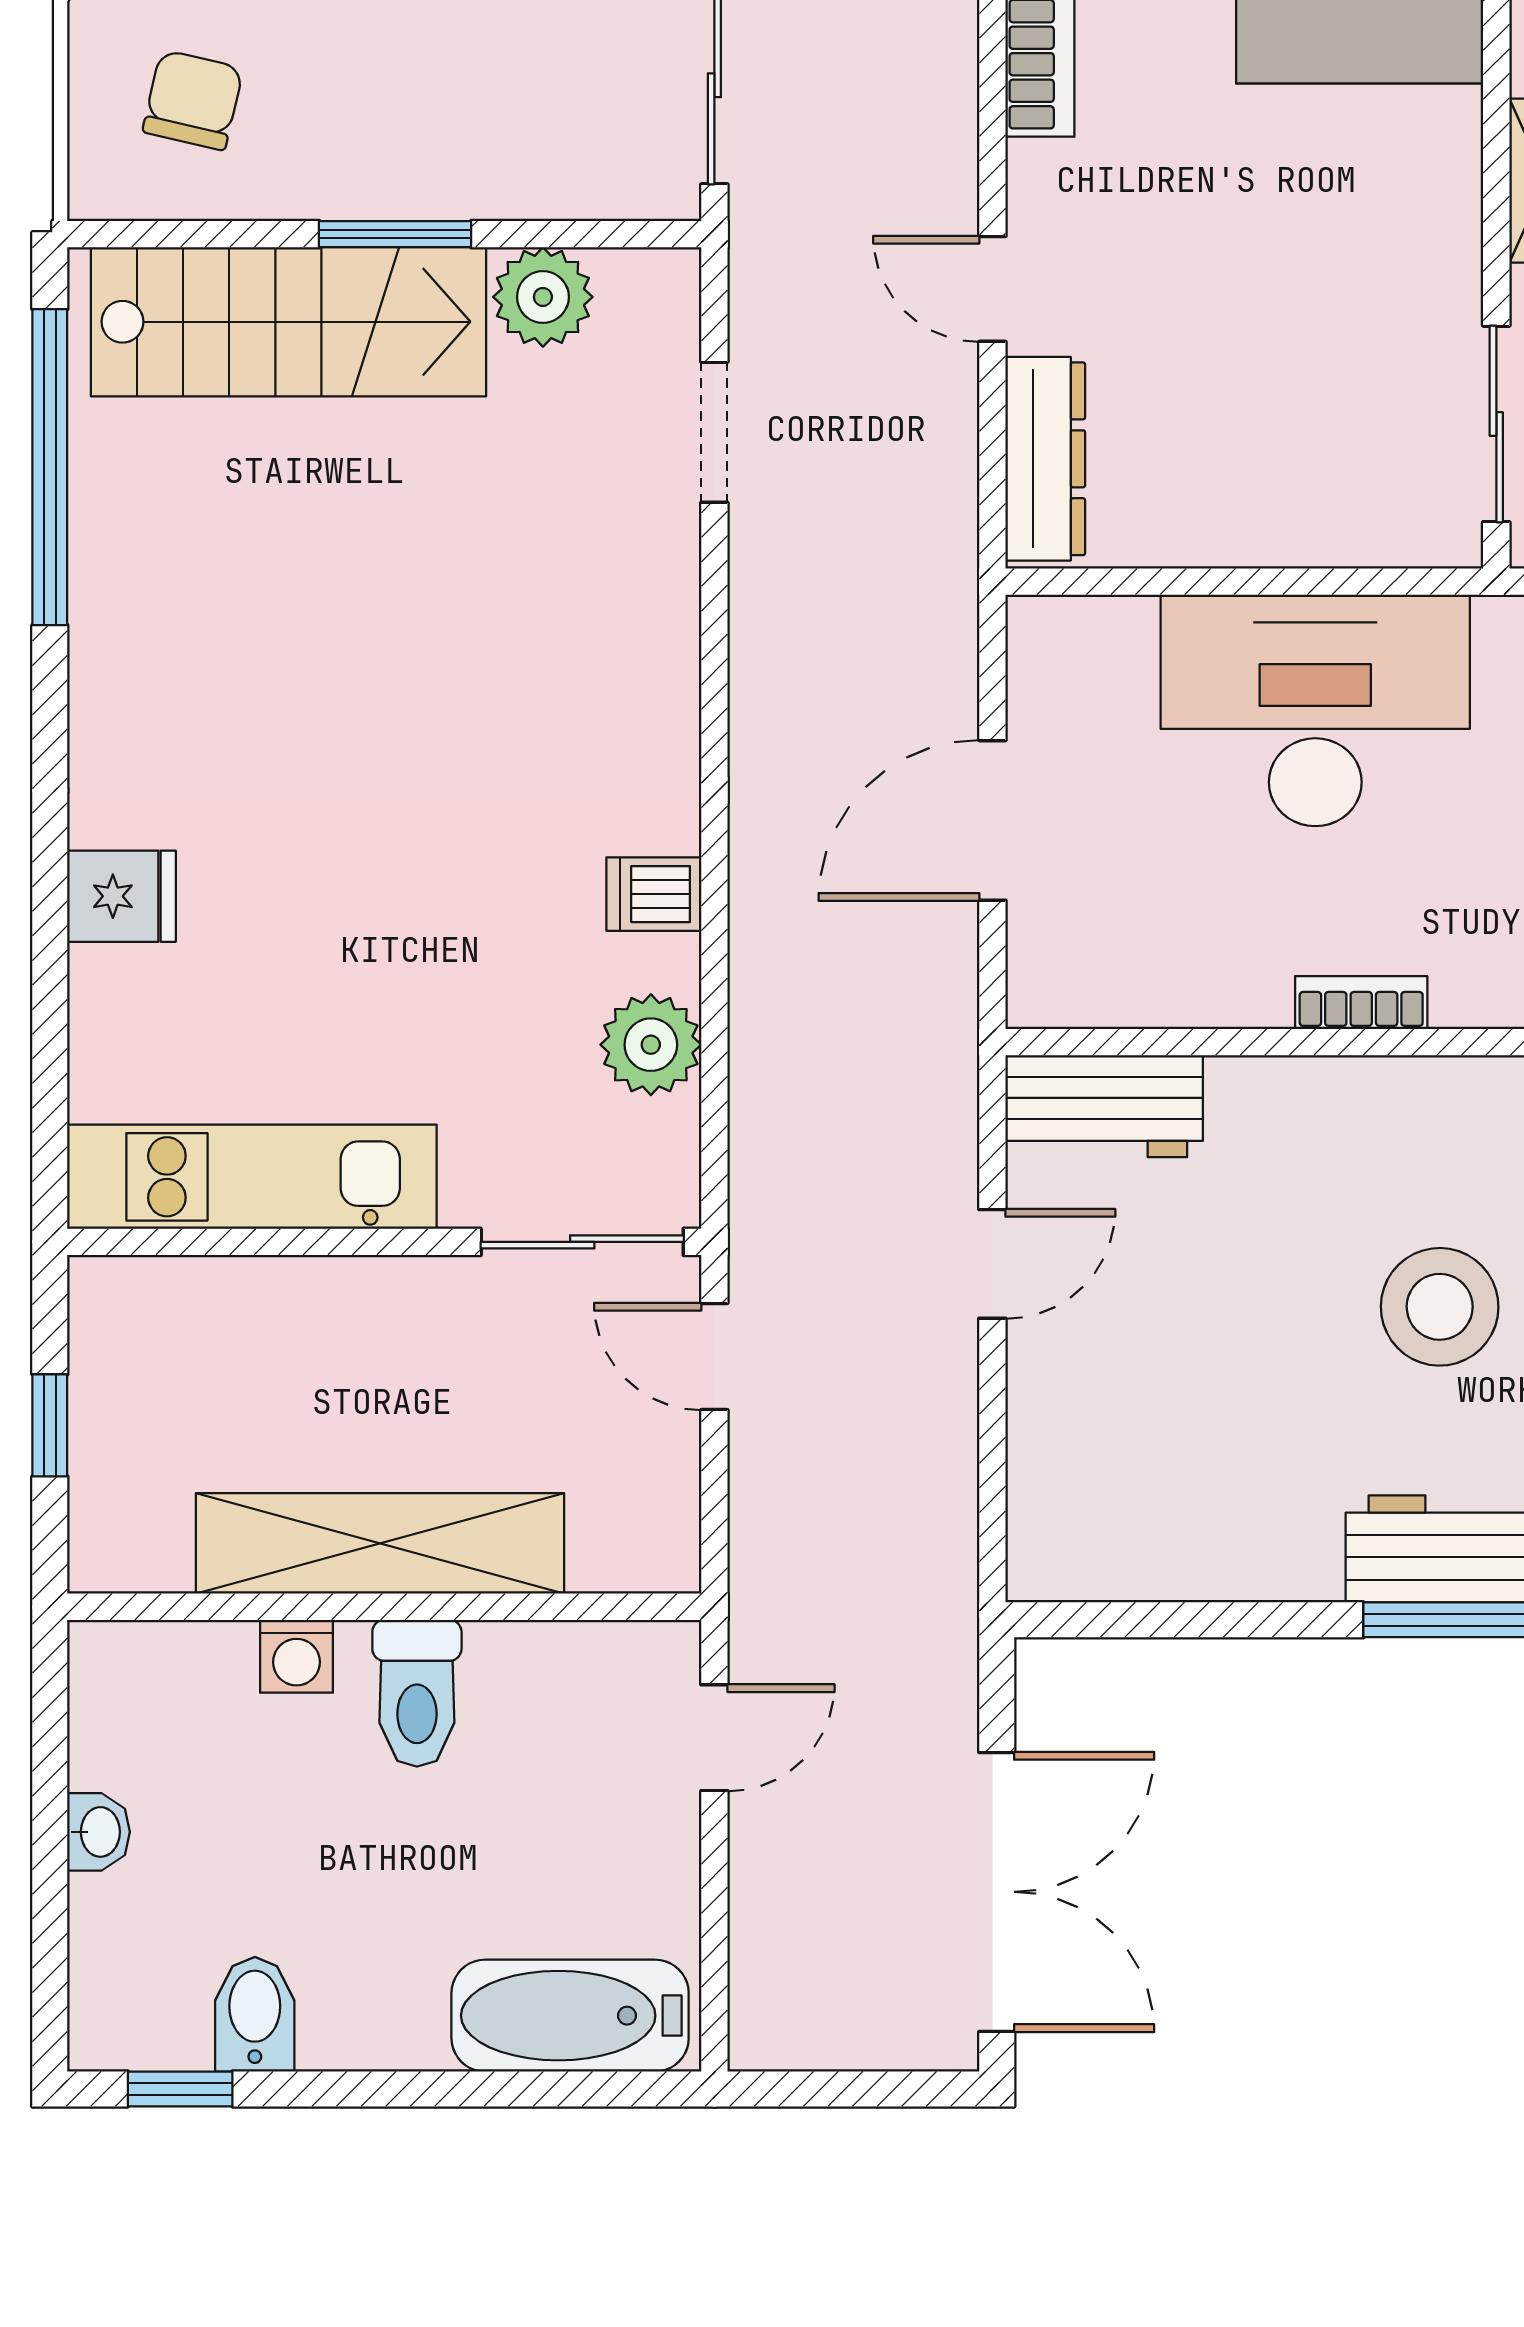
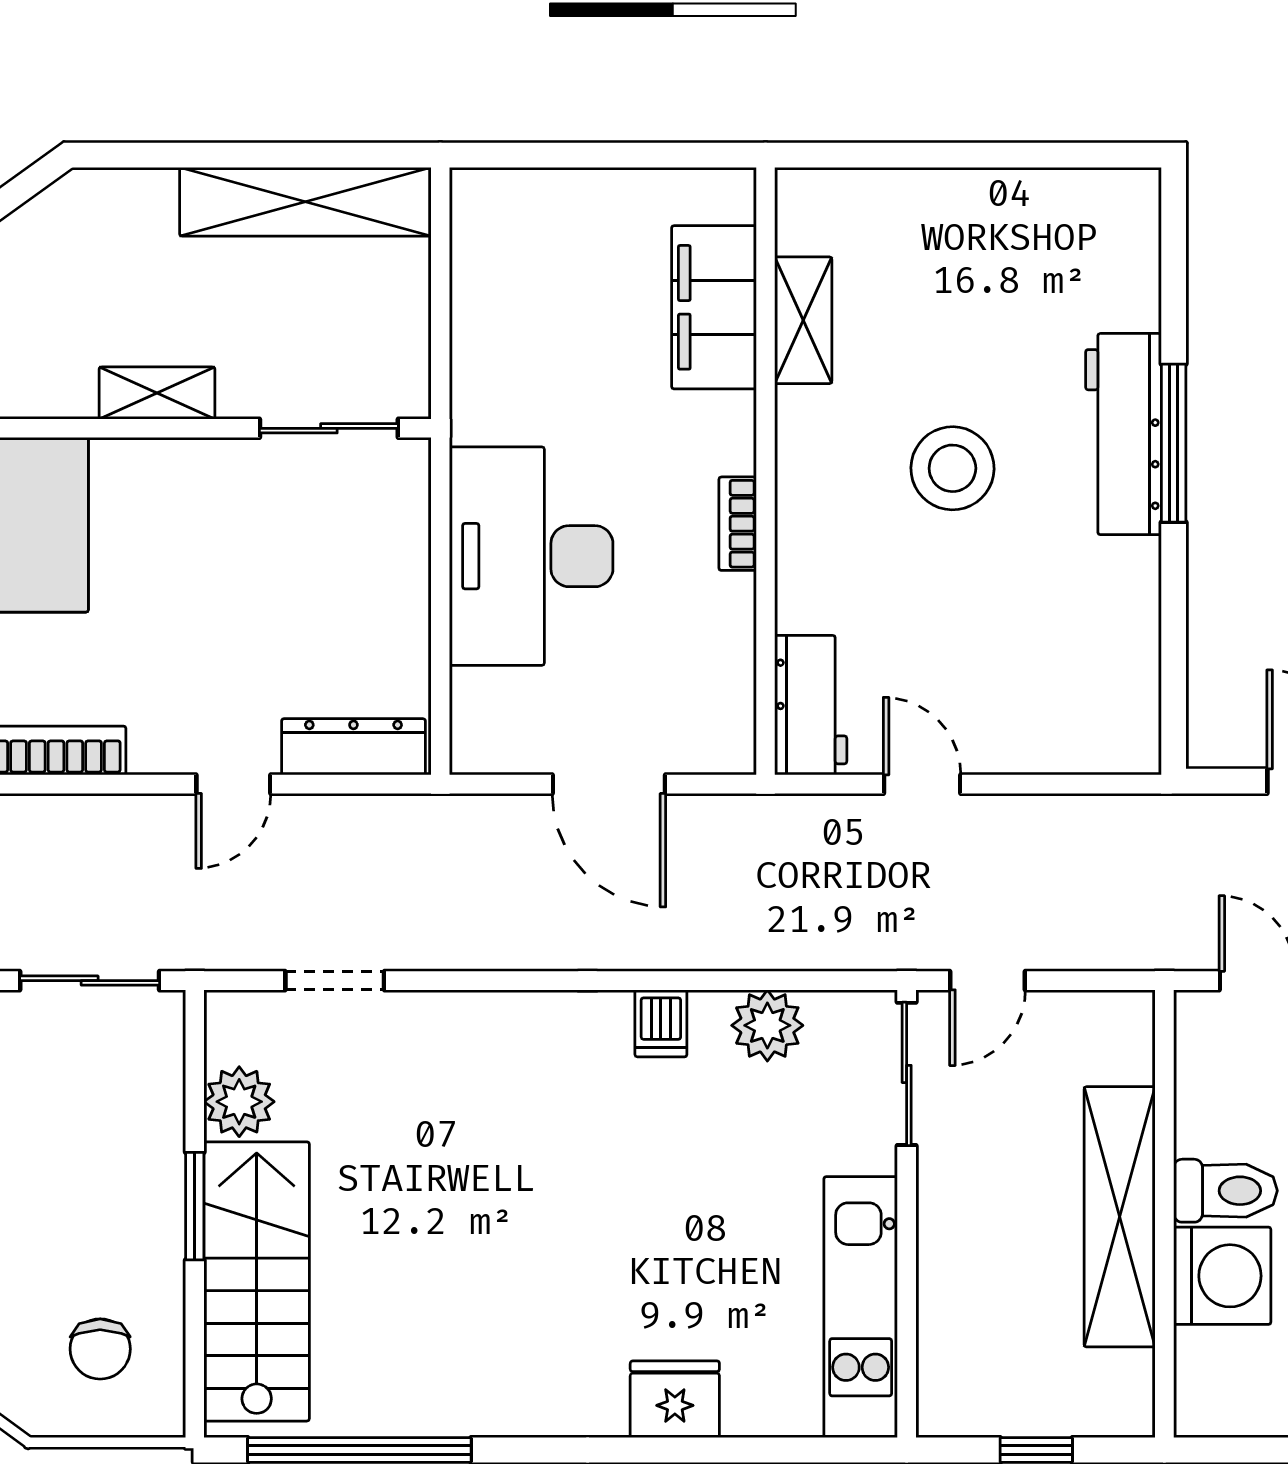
chair: (193, 100) -> (100, 1349), turned -103
fridge: (122, 896) -> (675, 1399), width x1.38
washing machine: (296, 1656) -> (1222, 1276), width x1.89, depth x1.89

